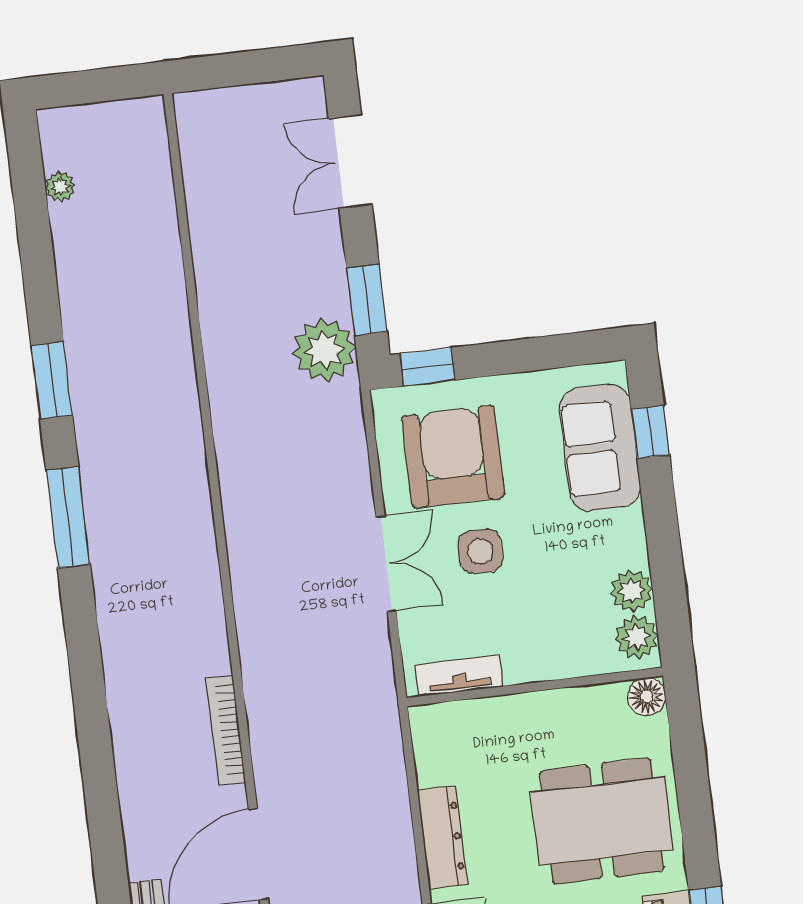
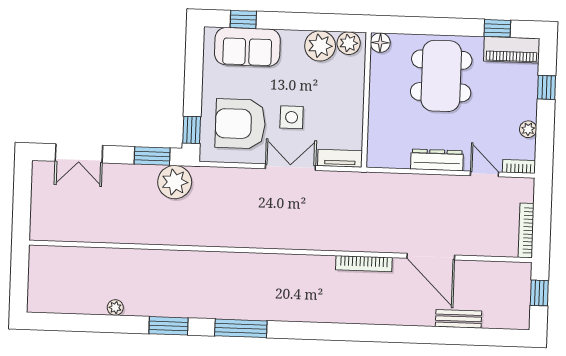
plant: (60, 187) -> (115, 308), moved
plant: (632, 591) -> (320, 46), width x1.36, depth x1.36
tv unit: (459, 676) -> (340, 158), moved, turned 90

